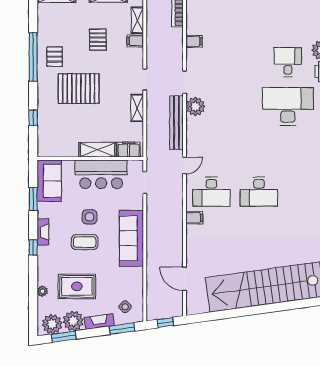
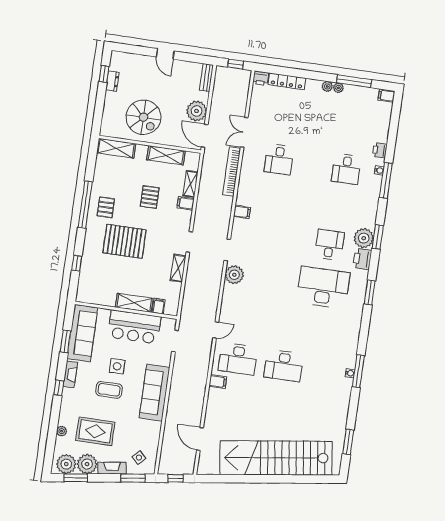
bench: (177, 123) -> (214, 288), removed
filing cabinet: (129, 150) -> (159, 306), width x0.50
sofa: (49, 181) -> (82, 333), width x1.36

